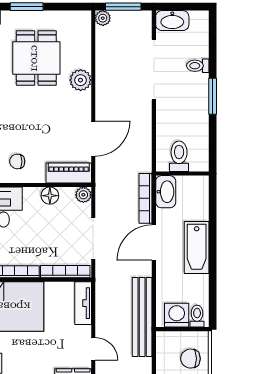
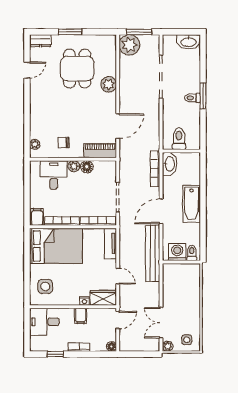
plant: (103, 18) -> (129, 45), width x1.87, depth x1.87
washbasin: (172, 21) -> (189, 42), moved
toilet: (198, 66) -> (192, 98), moved
plant: (83, 195) -> (74, 166), moved
door: (154, 242) -> (161, 211), moved
chair: (190, 359) -> (187, 283), removed

